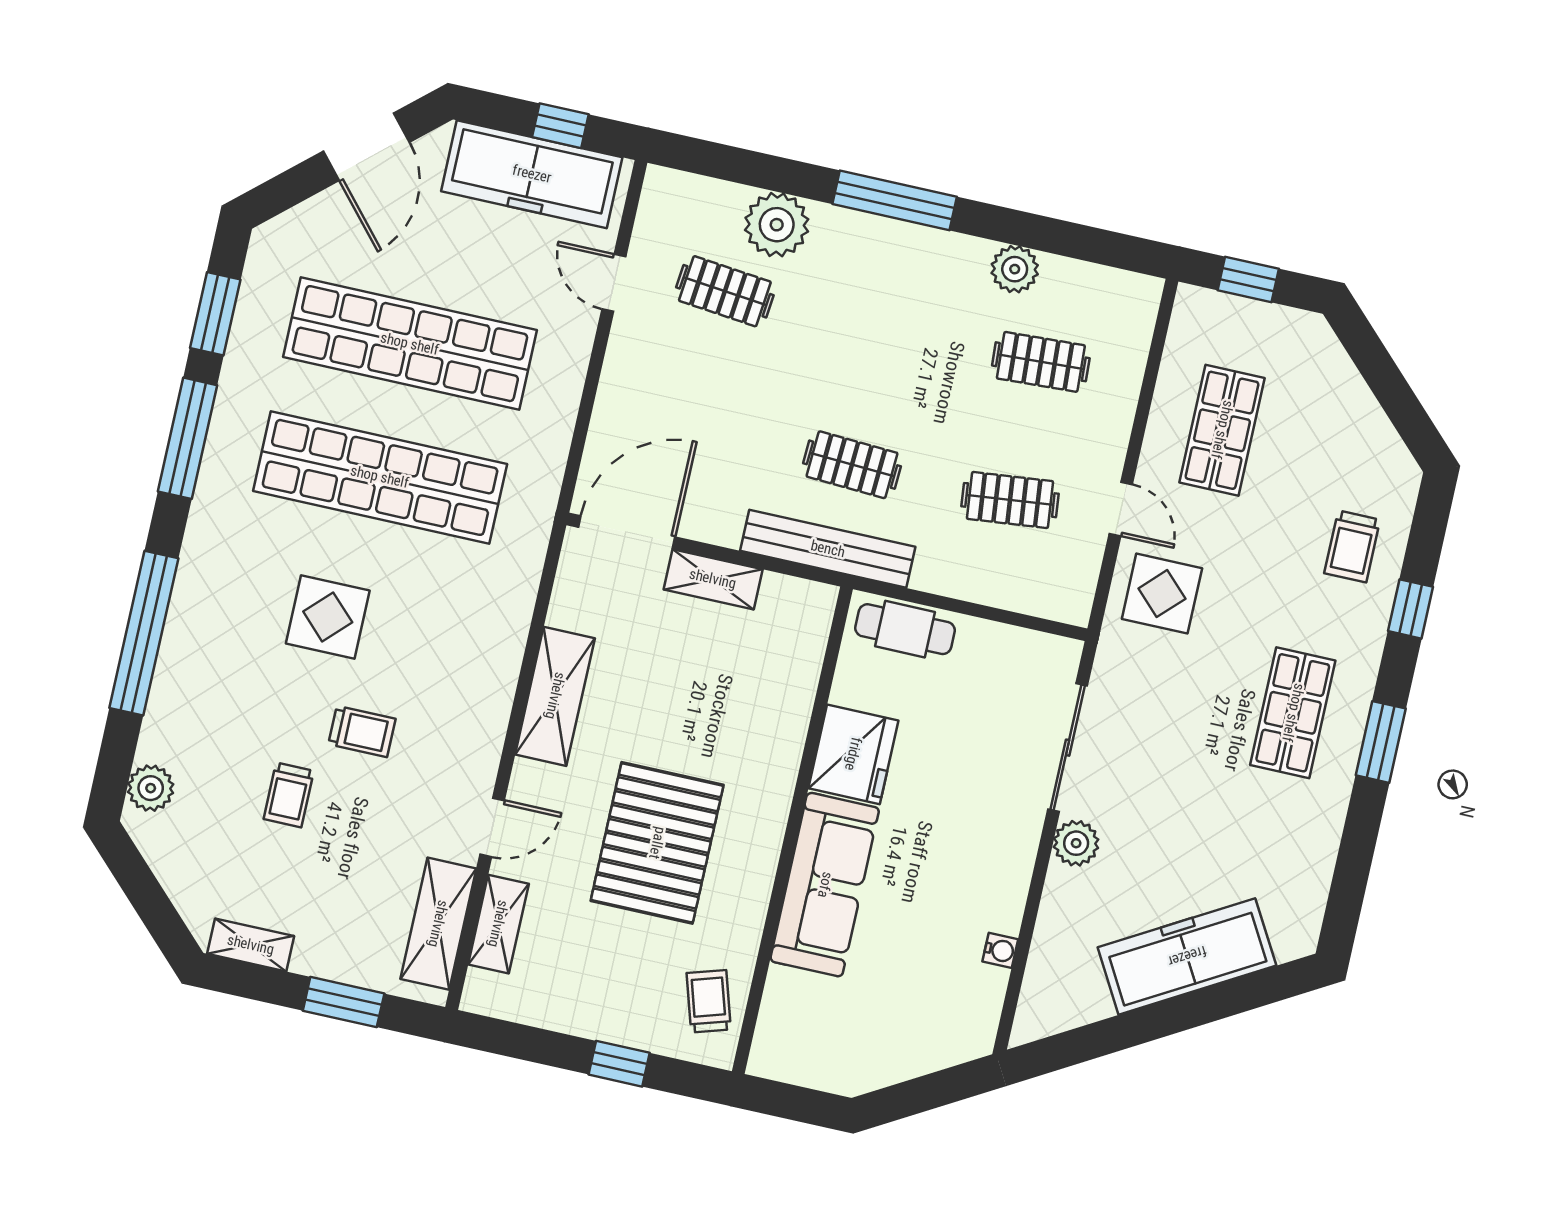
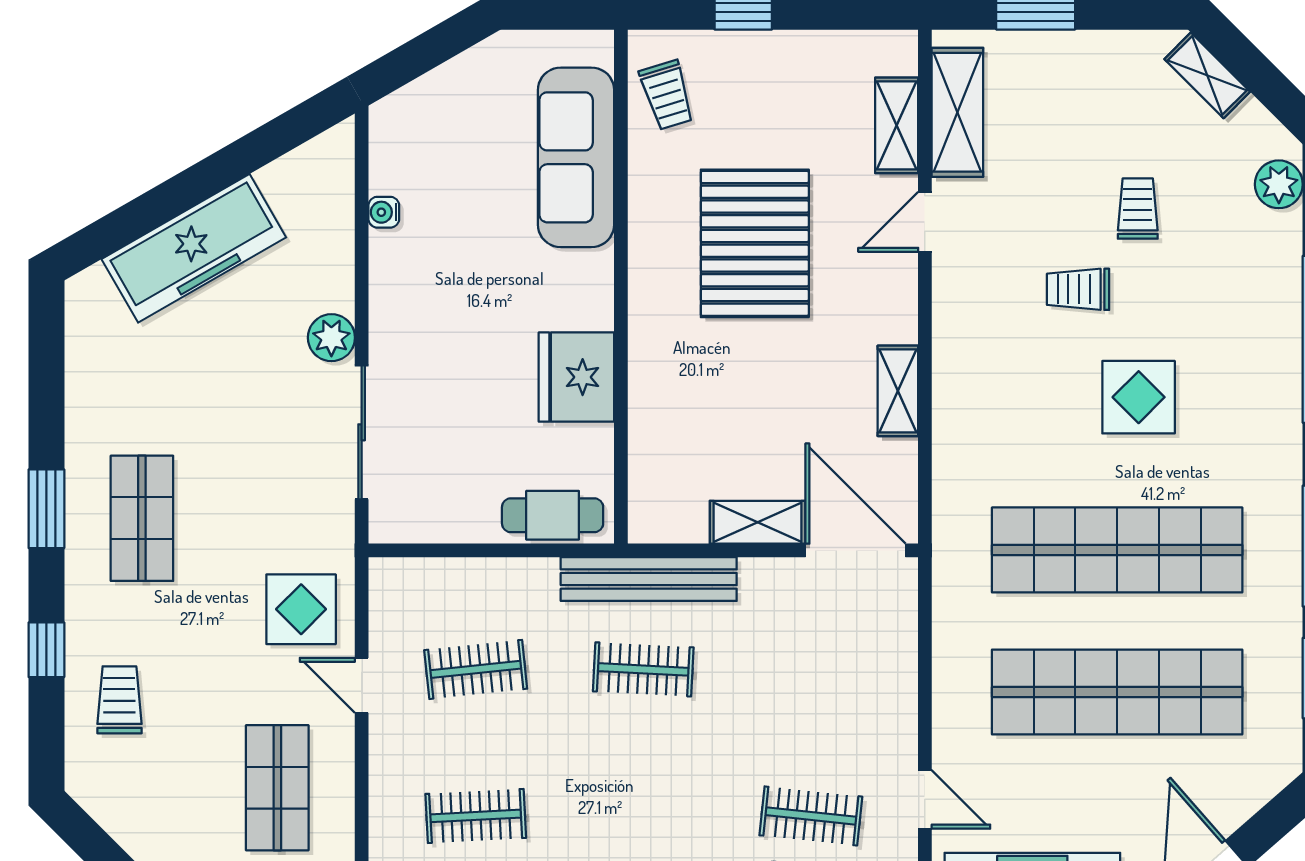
door: (627, 532) -> (856, 550), swing flipped
shelving: (555, 696) -> (898, 391), width x0.67, depth x0.75
sofa: (825, 885) -> (576, 157), moved
shelving: (251, 945) -> (1207, 75), moved, turned 45

